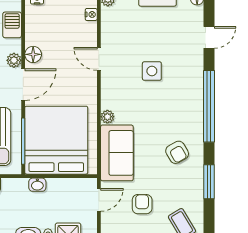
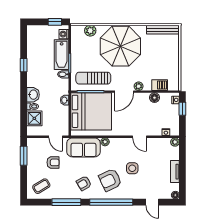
floor lamp: (33, 54) -> (154, 98), moved
door: (99, 59) -> (139, 137), swing flipped
door: (23, 85) -> (124, 92), hinge flipped
armchair: (172, 108) -> (110, 180), added
window: (209, 182) -> (66, 202), width x1.44

